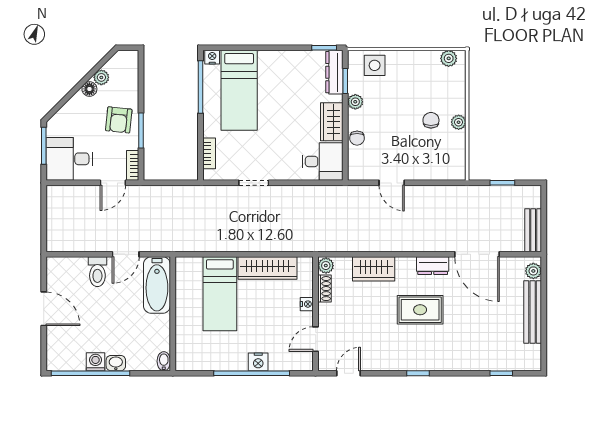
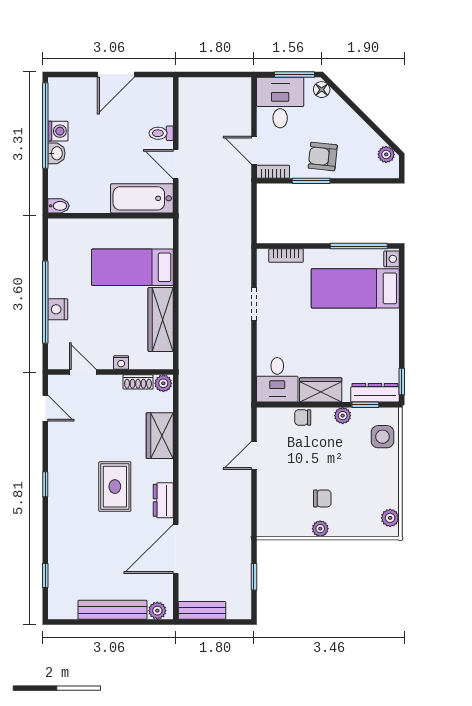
plant: (101, 77) -> (386, 154), moved
floor lamp: (89, 89) -> (322, 90), moved
toilet: (97, 272) -> (161, 133), width x0.73, depth x0.72

